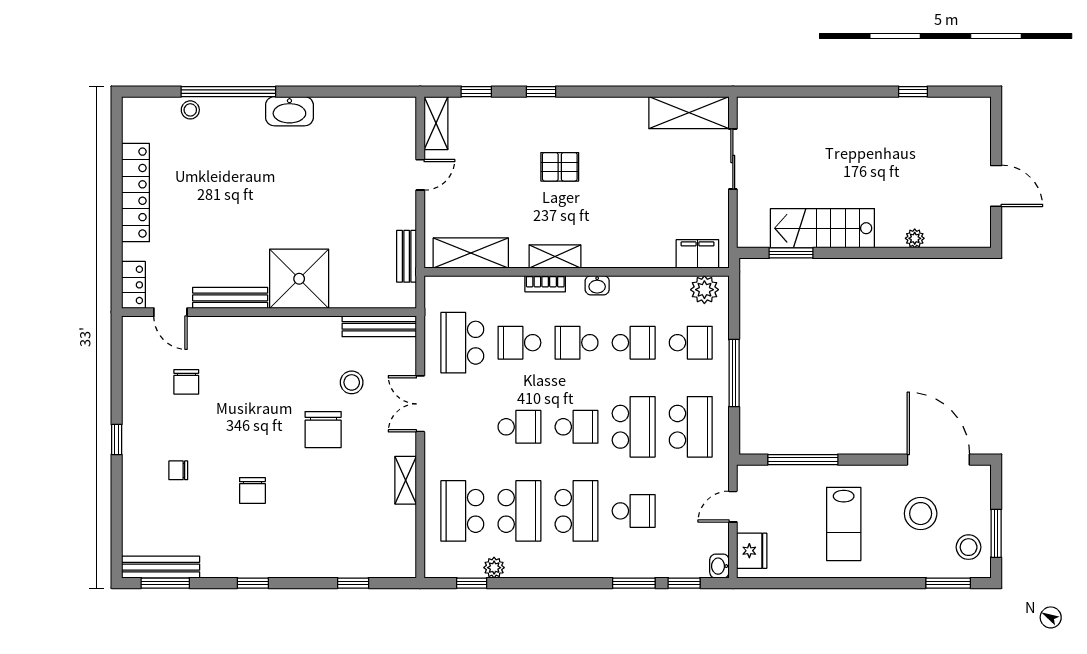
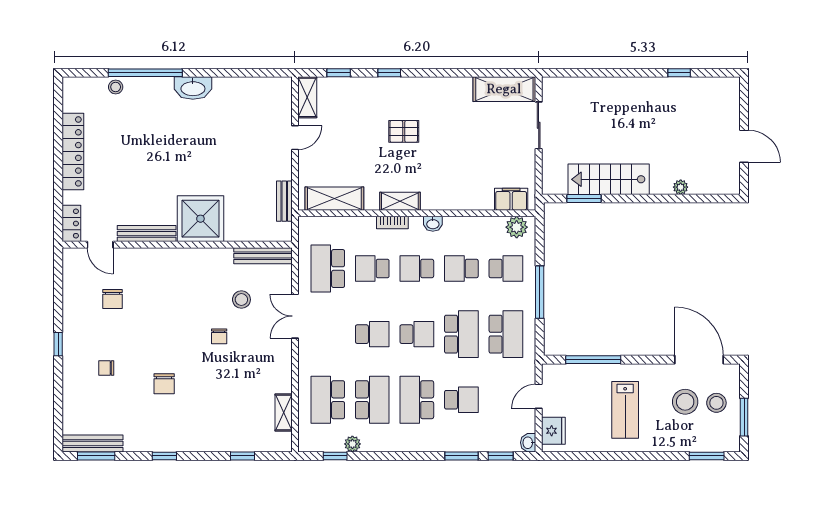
school desk: (634, 343) -> (461, 269), turned 180
chair: (323, 430) -> (219, 336), width x0.54, depth x0.54
shelving: (406, 480) -> (284, 413), moved
school desk: (577, 511) -> (417, 400), turned 180
stool: (969, 547) -> (716, 403), moved

